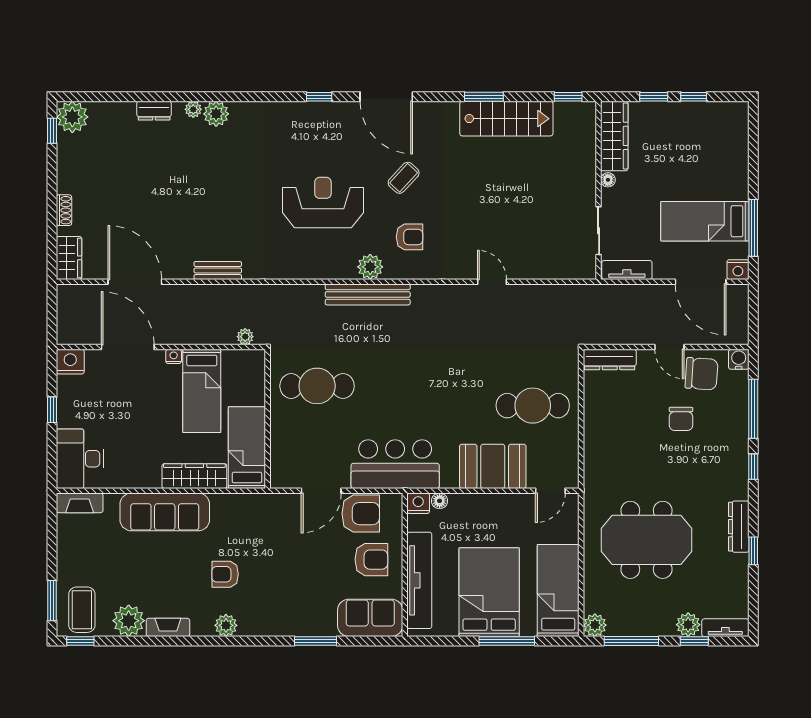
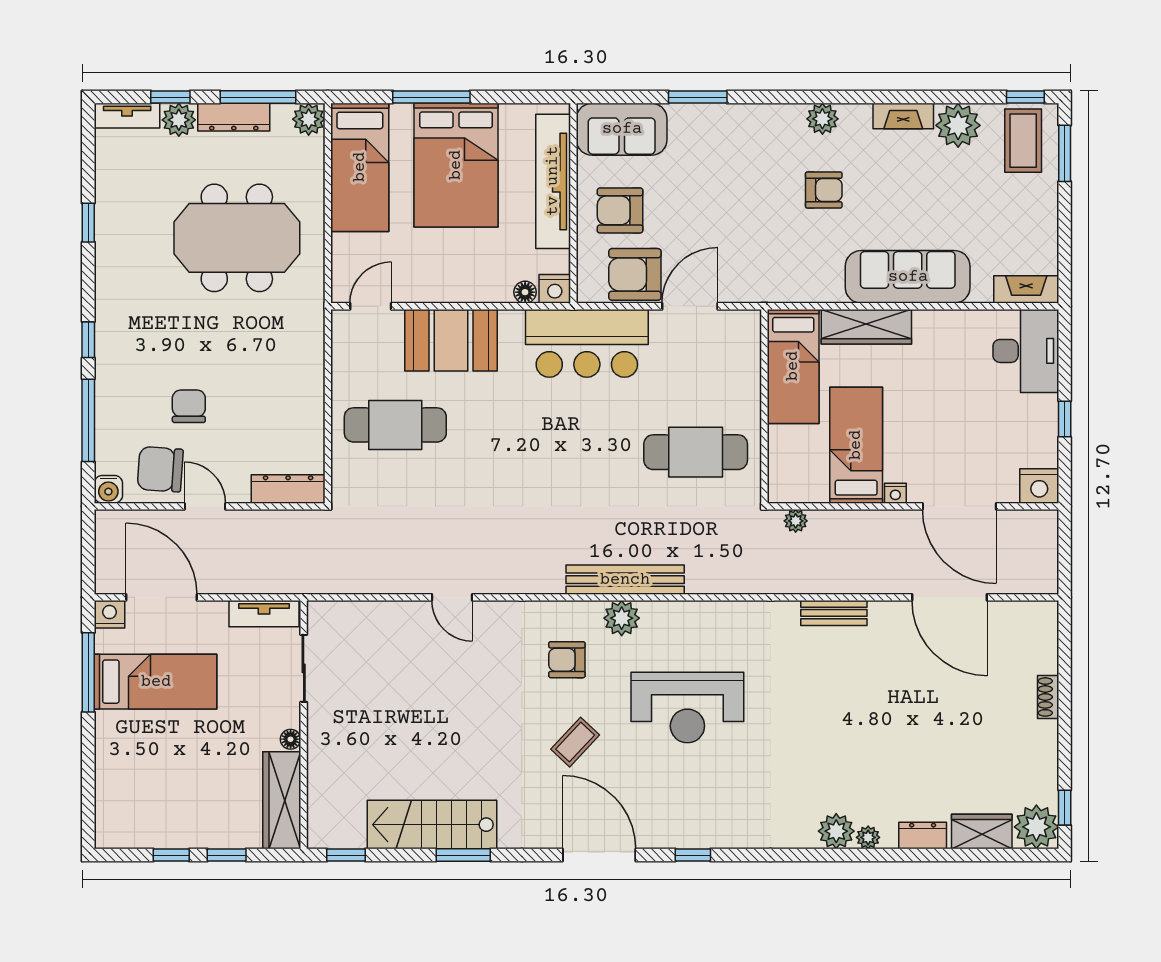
wardrobe: (69, 258) -> (982, 832), moved, turned 90
dresser: (739, 527) -> (234, 117), moved, turned 90

